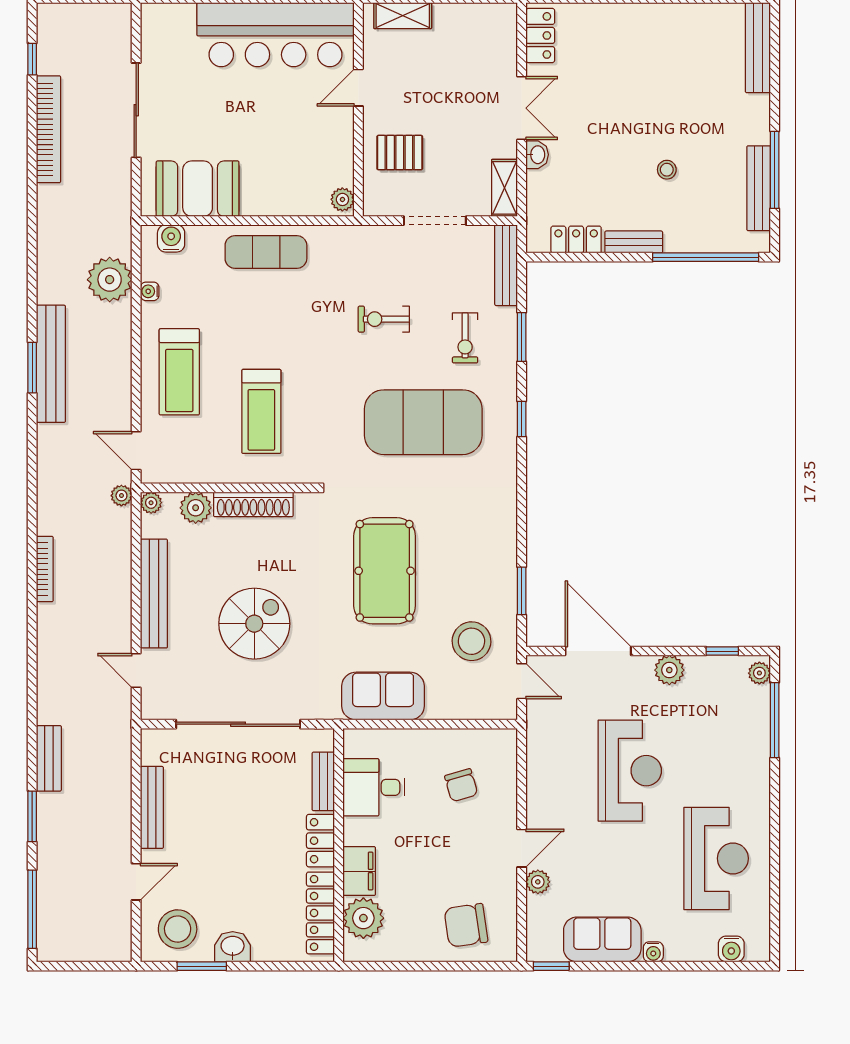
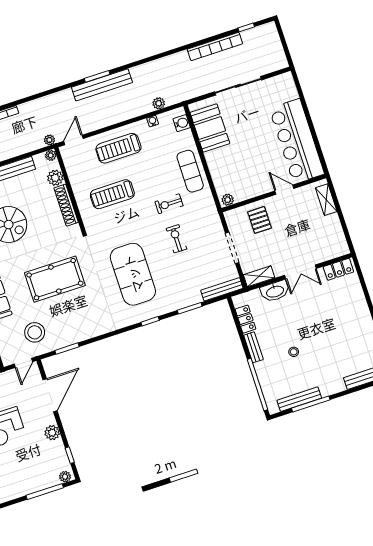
washbasin: (537, 155) -> (275, 291), width x1.91, depth x1.45
plant: (110, 280) -> (159, 103), width x0.53, depth x0.53
exercise bike: (465, 338) -> (169, 204), moved

